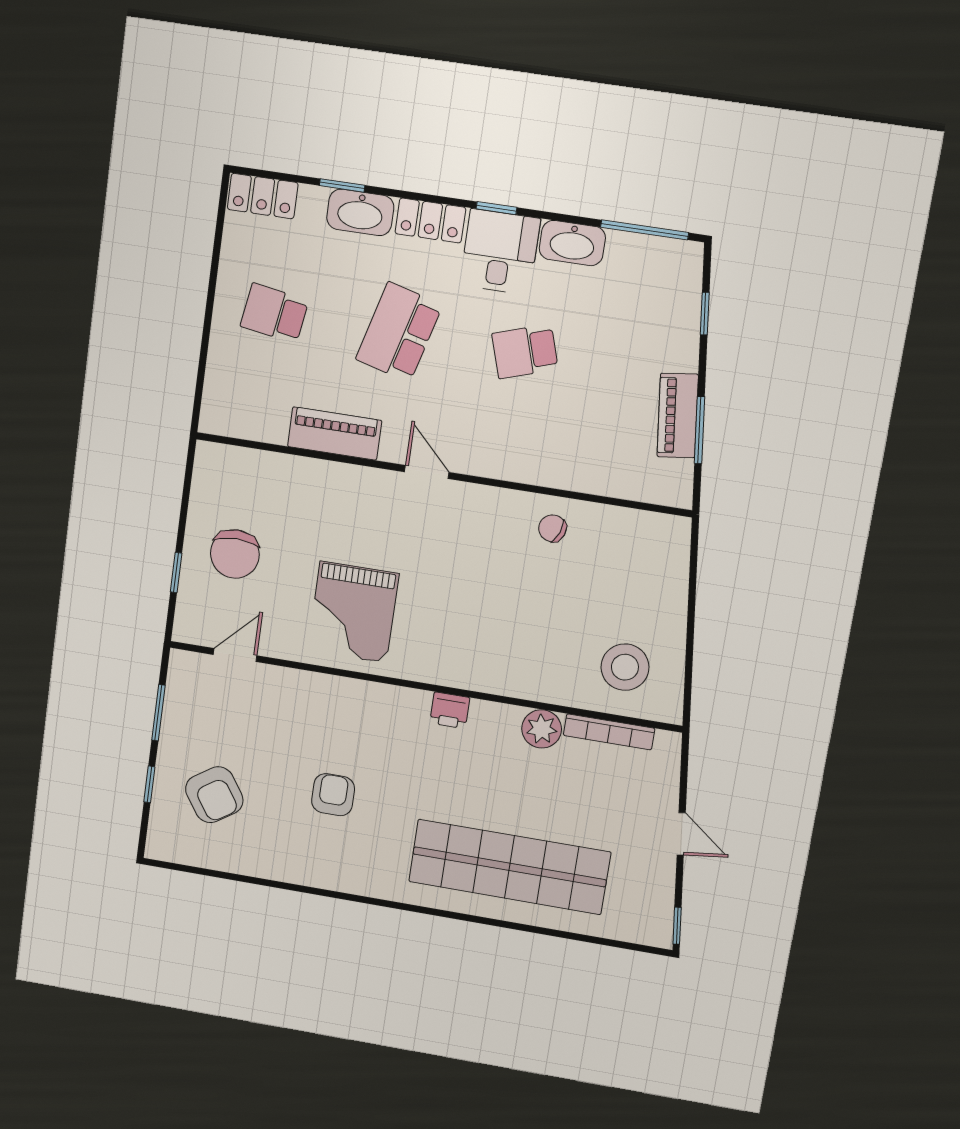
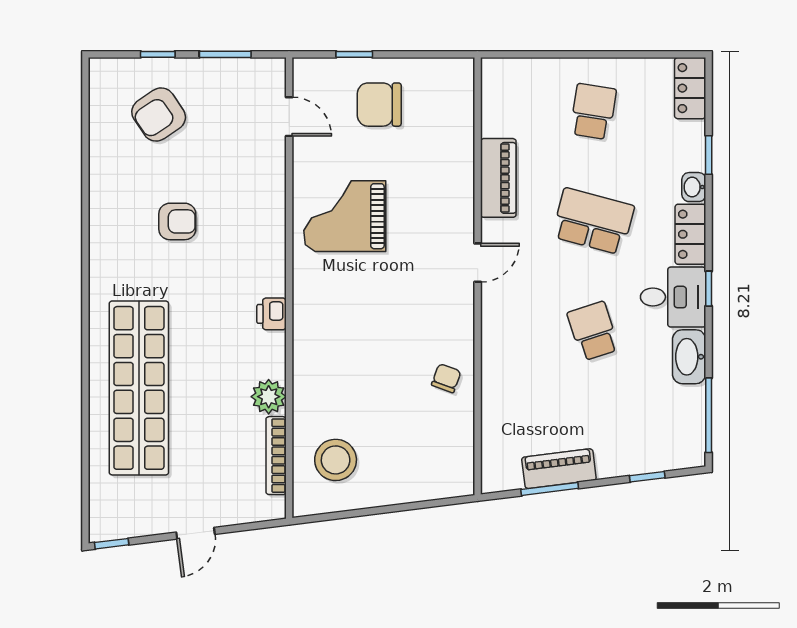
washbasin: (360, 212) -> (694, 187), width x0.52, depth x0.69

